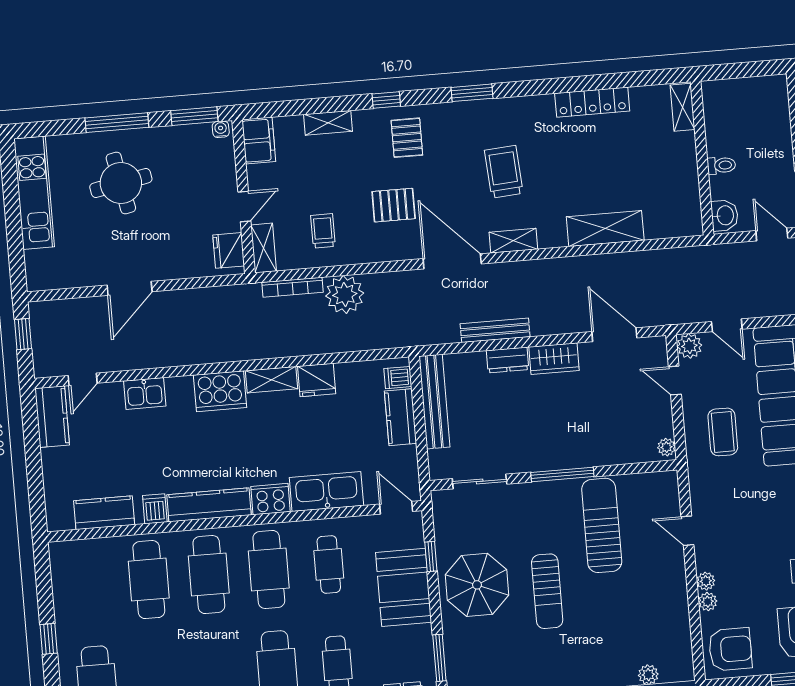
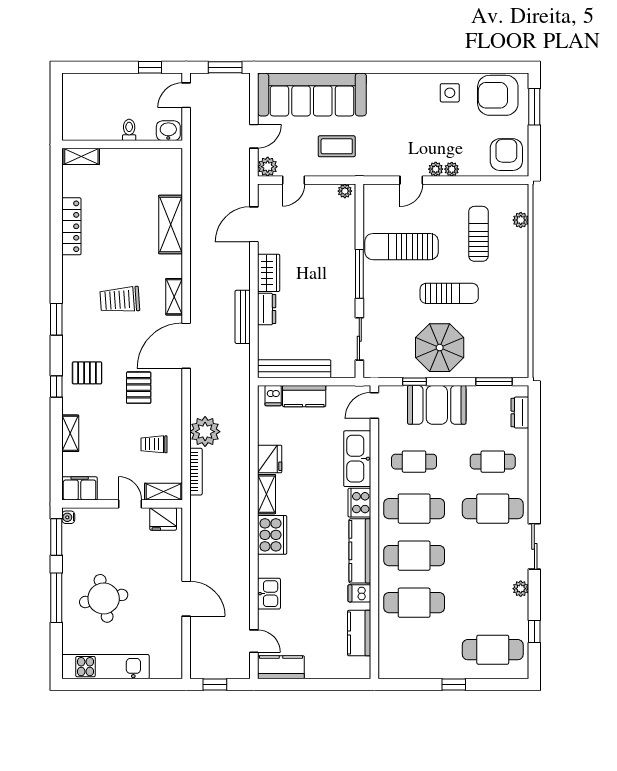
plant: (708, 602) -> (436, 169), moved
sun lounger: (626, 622) -> (478, 234), added

